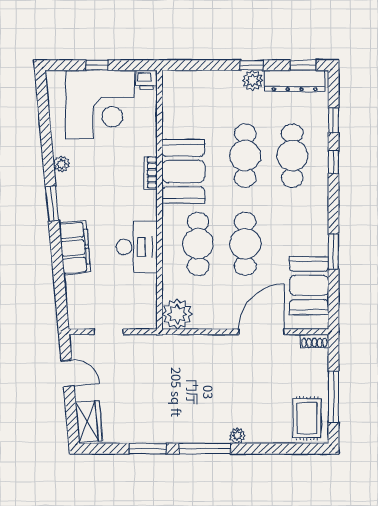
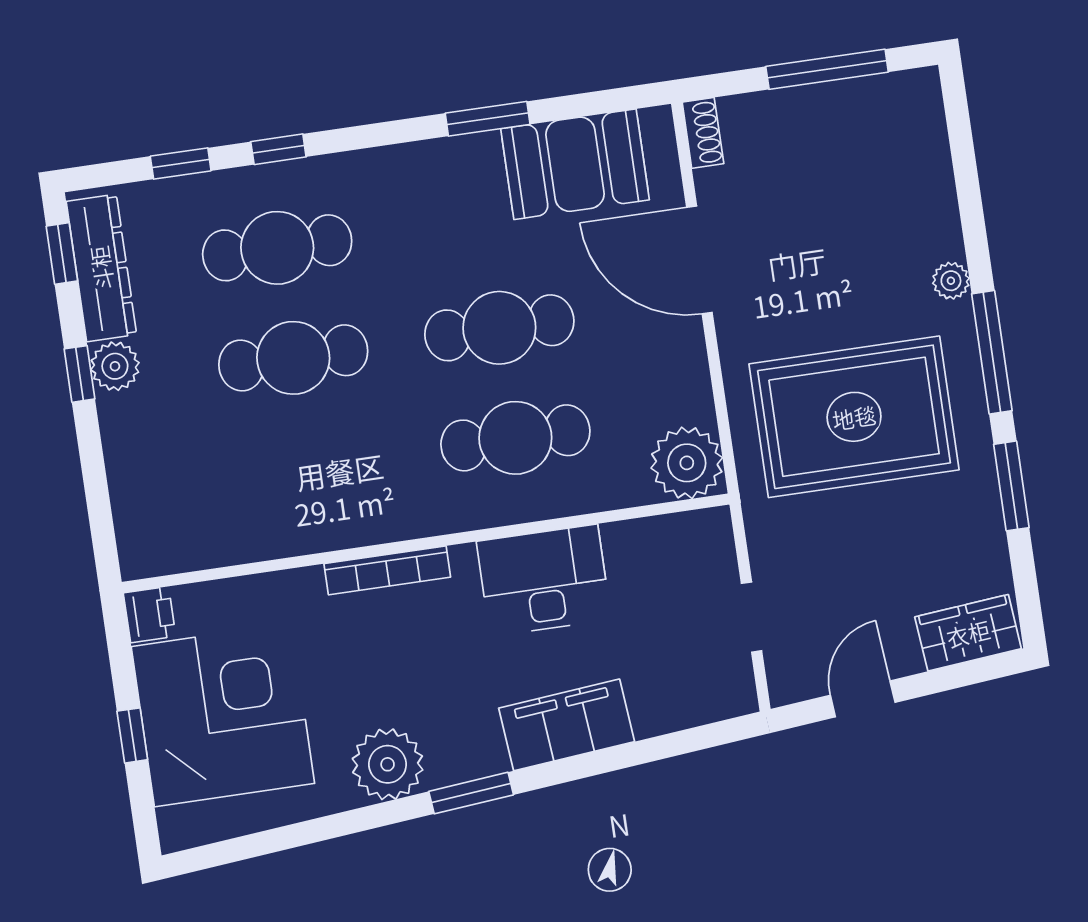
plant: (62, 164) -> (388, 764), width x1.88, depth x1.88
booth: (183, 171) -> (351, 497), removed
bookcase: (150, 173) -> (387, 570), width x1.56
rug: (307, 418) -> (854, 417), moved, width x1.86, depth x2.06

